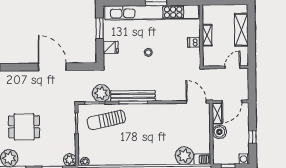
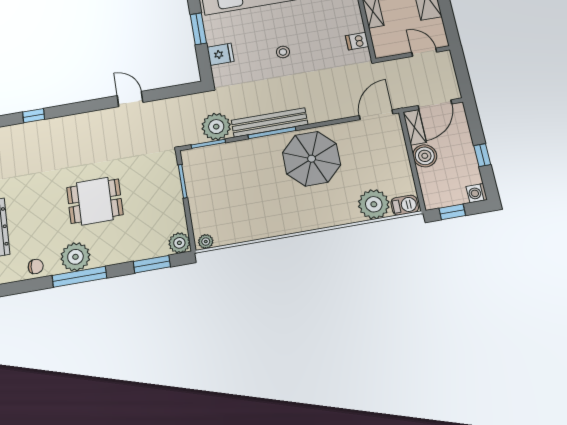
dishwasher: (194, 42) -> (357, 41), moved
door: (52, 67) -> (130, 99), width x0.53
door: (233, 67) -> (424, 52), hinge flipped
door: (196, 102) -> (376, 115), hinge flipped
sun lounger: (106, 120) -> (231, 168), removed
parasol: (154, 122) -> (312, 159), added

